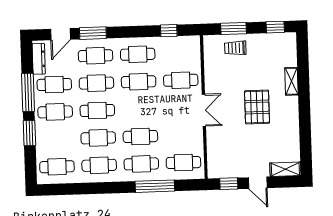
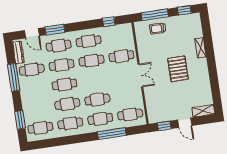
window: (233, 28) -> (155, 15), width x1.44
door: (60, 34) -> (32, 33), hinge flipped
cafe table: (55, 112) -> (35, 89), removed
window: (29, 133) -> (20, 120), moved

